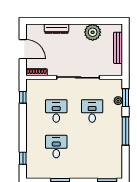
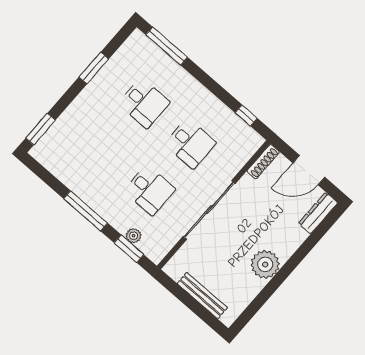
dresser: (56, 29) -> (318, 213), moved
plant: (93, 32) -> (265, 264), moved
window: (23, 158) -> (167, 46), width x2.17

